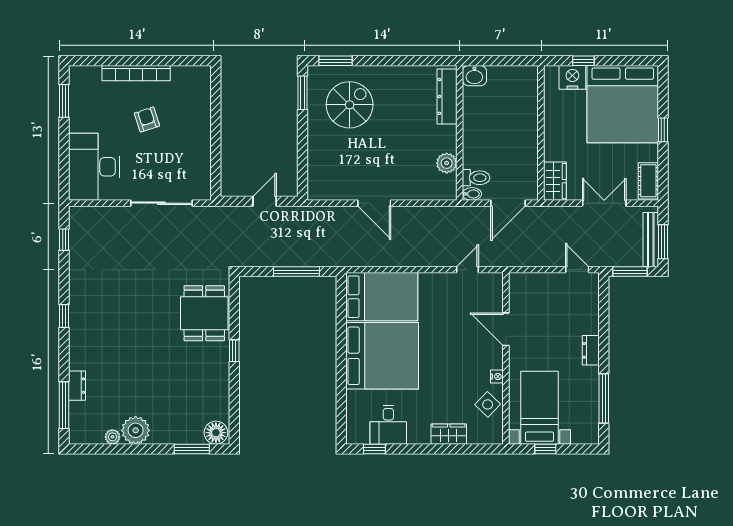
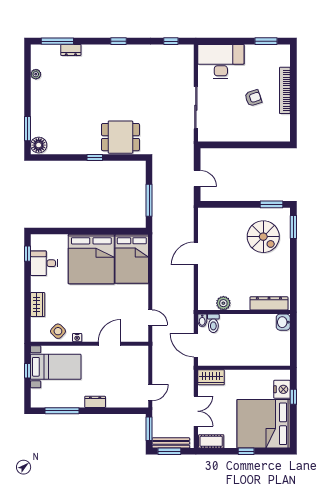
plant: (136, 430) -> (40, 90), removed

